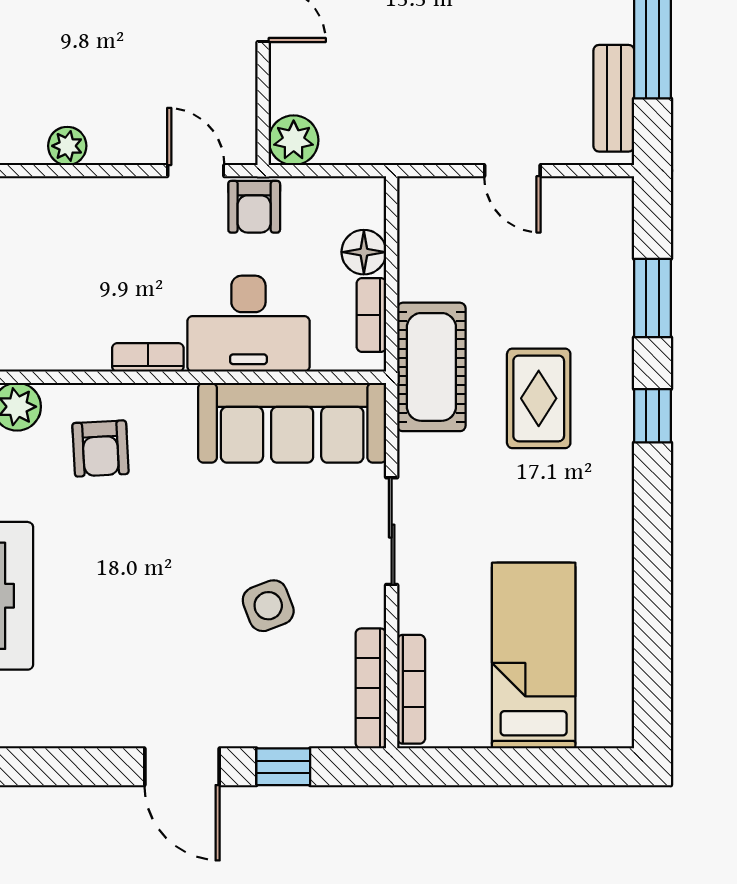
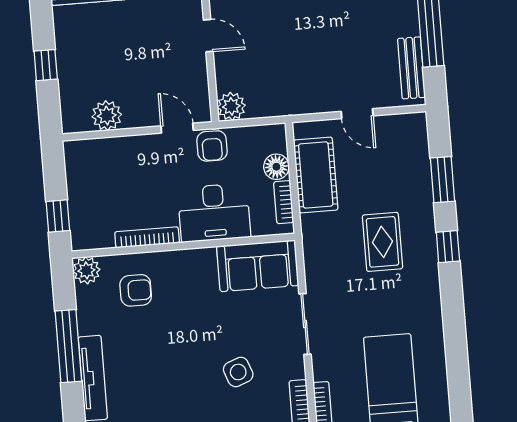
plant: (67, 146) -> (107, 116), width x1.38, depth x1.38
bookcase: (148, 357) -> (147, 237), width x1.56
cot: (431, 367) -> (316, 175), moved
sofa: (292, 423) -> (258, 266), width x0.73
armchair: (100, 449) -> (136, 290), turned -87

